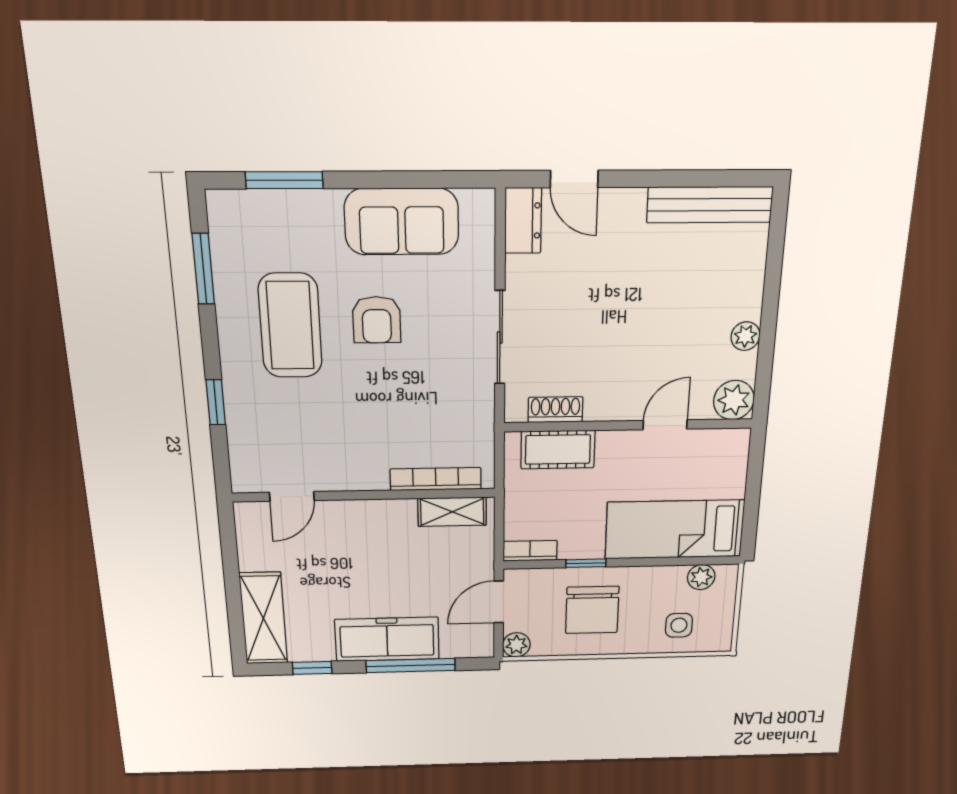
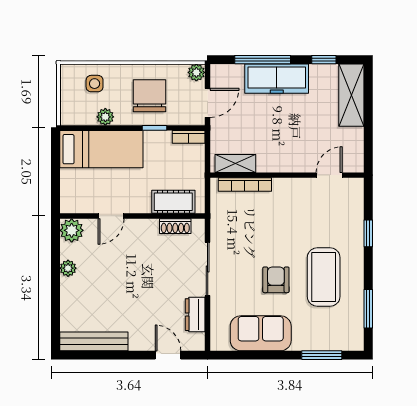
dresser: (523, 221) -> (195, 315), moved
plant: (701, 577) -> (105, 117), moved

